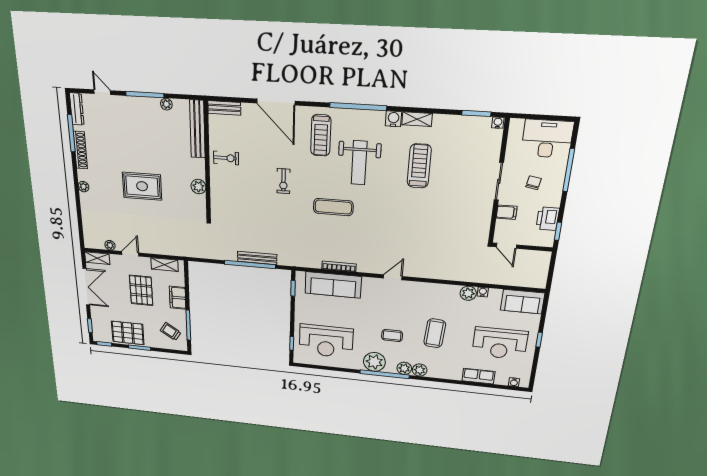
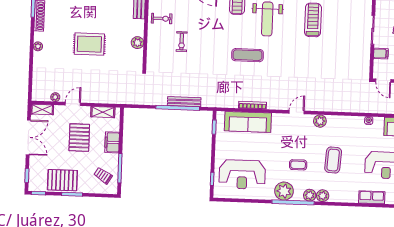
exercise bike: (283, 181) -> (182, 42), moved
plant: (468, 293) -> (320, 121), moved

